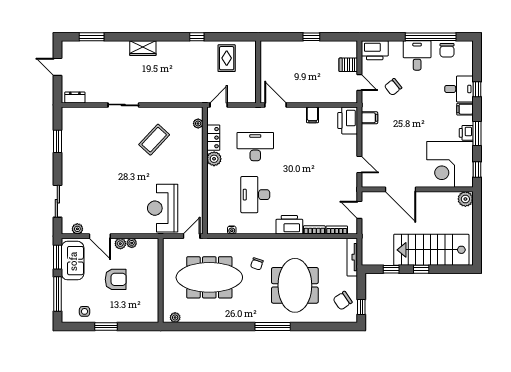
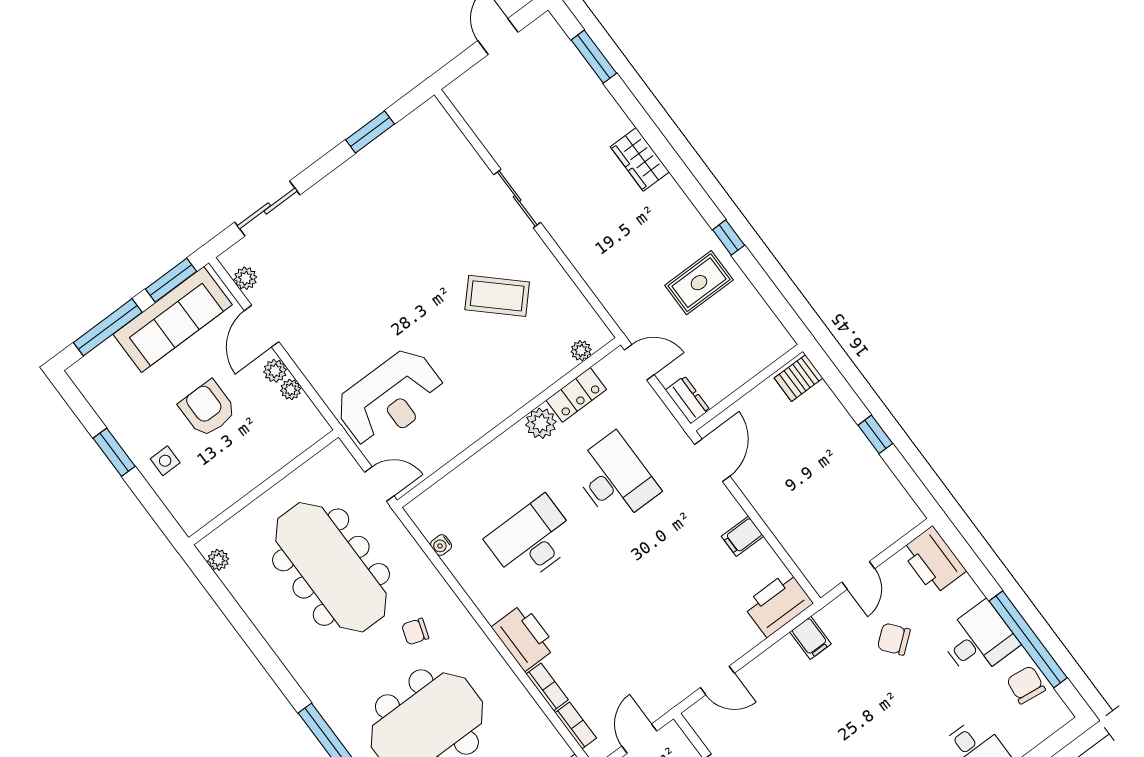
chair: (447, 50) -> (1026, 685), turned 97
rug: (227, 58) -> (699, 283), moved
server rack: (348, 65) -> (799, 378), moved, turned -90
dresser: (75, 97) -> (688, 400), moved
door: (359, 164) -> (717, 680), hinge flipped
reception desk: (163, 208) -> (390, 398), turned 180
sofa: (73, 261) -> (173, 319), width x1.36
armchair: (116, 279) -> (208, 409), turned 180
side table: (85, 311) -> (165, 461), moved

